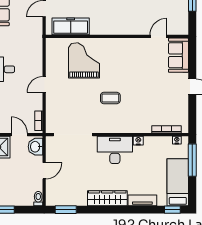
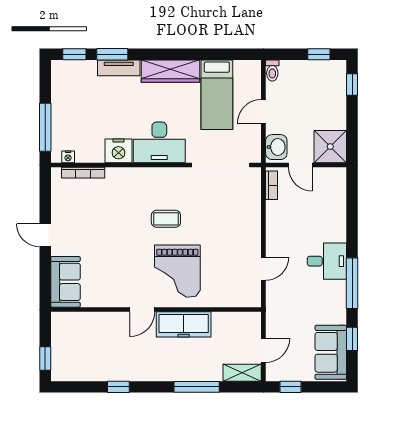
freezer: (71, 26) -> (184, 324), moved
door: (158, 36) -> (142, 309), moved
grand piano: (84, 60) -> (177, 271), moved
door: (44, 84) -> (263, 269), moved
nightstand: (138, 141) -> (118, 151), width x1.89, depth x1.79
bed: (178, 182) -> (217, 95), moved
window: (66, 210) -> (112, 54), moved

